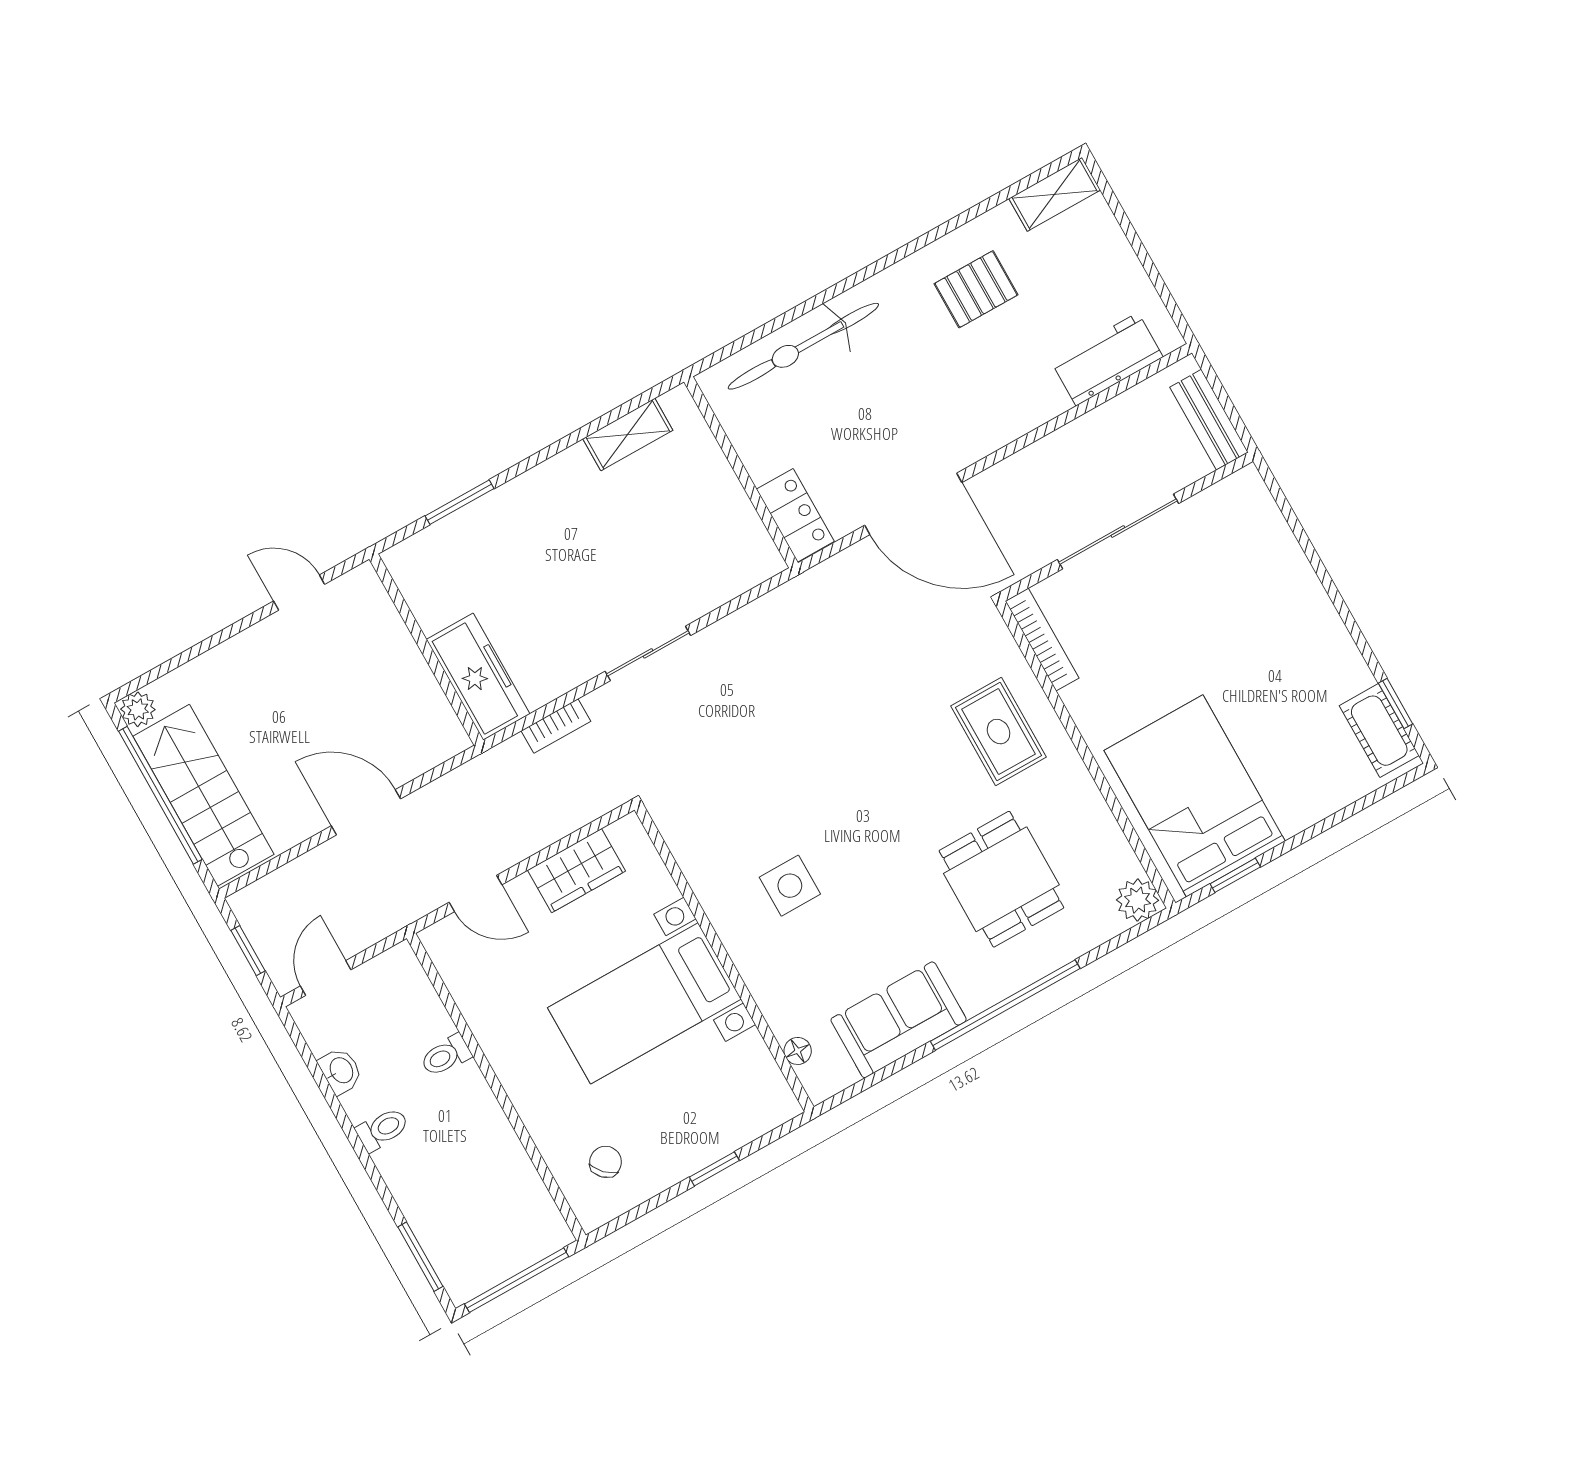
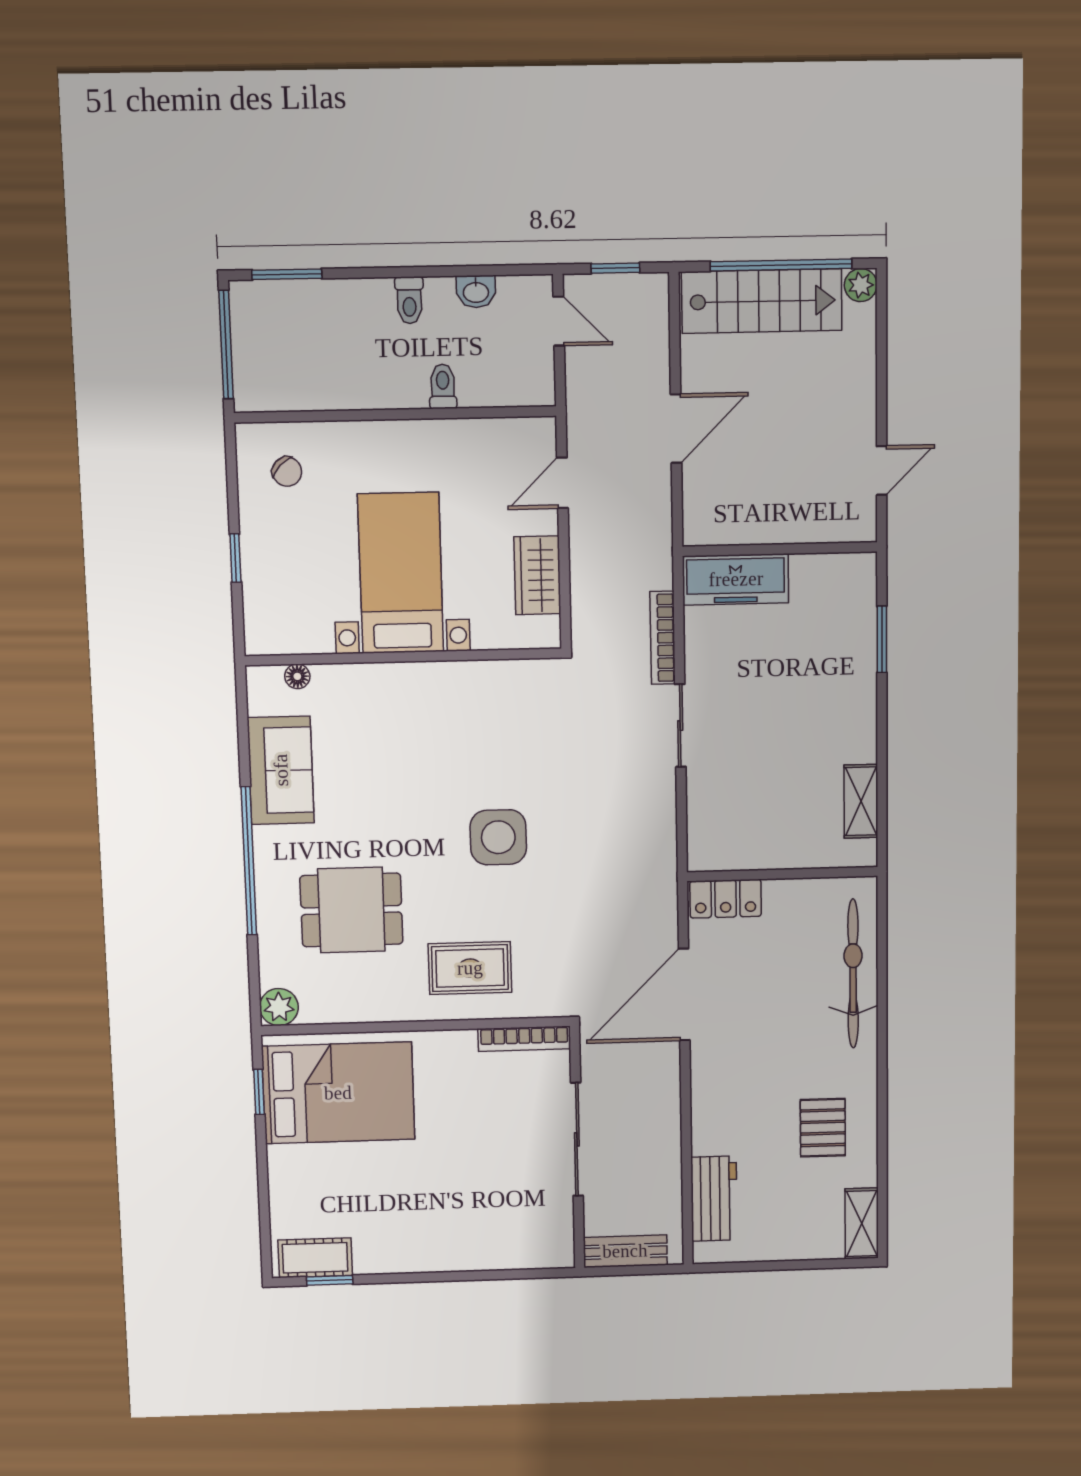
bookcase: (556, 726) -> (663, 638), width x1.56
side table: (790, 886) -> (498, 837), moved, width x1.37, depth x1.37

